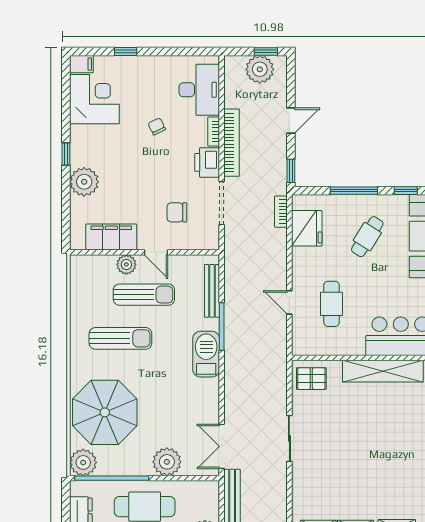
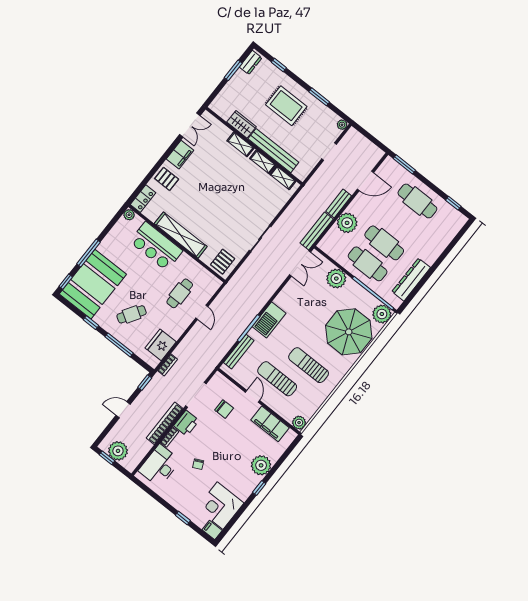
plant: (126, 264) -> (299, 423), moved
pallet: (311, 379) -> (223, 262), turned 90

